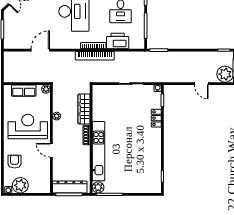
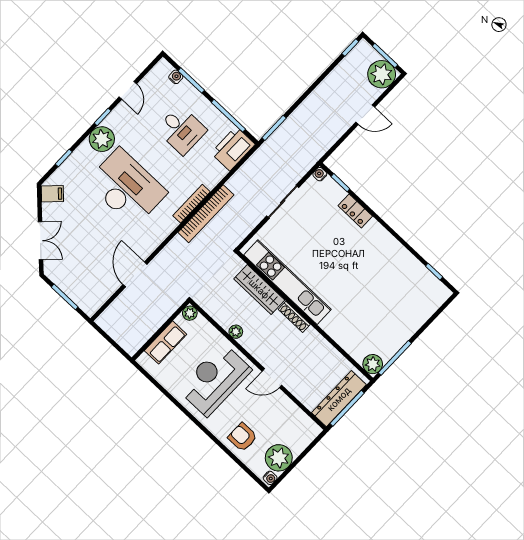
printer: (118, 41) -> (233, 149), moved
kitchen unit: (99, 151) -> (287, 282), moved

